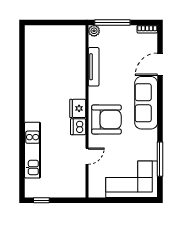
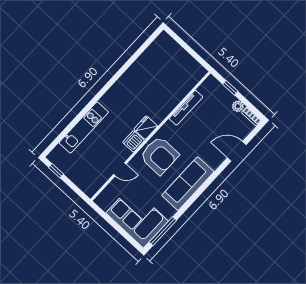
window: (112, 22) -> (230, 88), width x0.46
plant: (94, 31) -> (238, 106), moved
sofa: (146, 103) -> (188, 184), moved
window: (160, 159) -> (163, 231), moved

